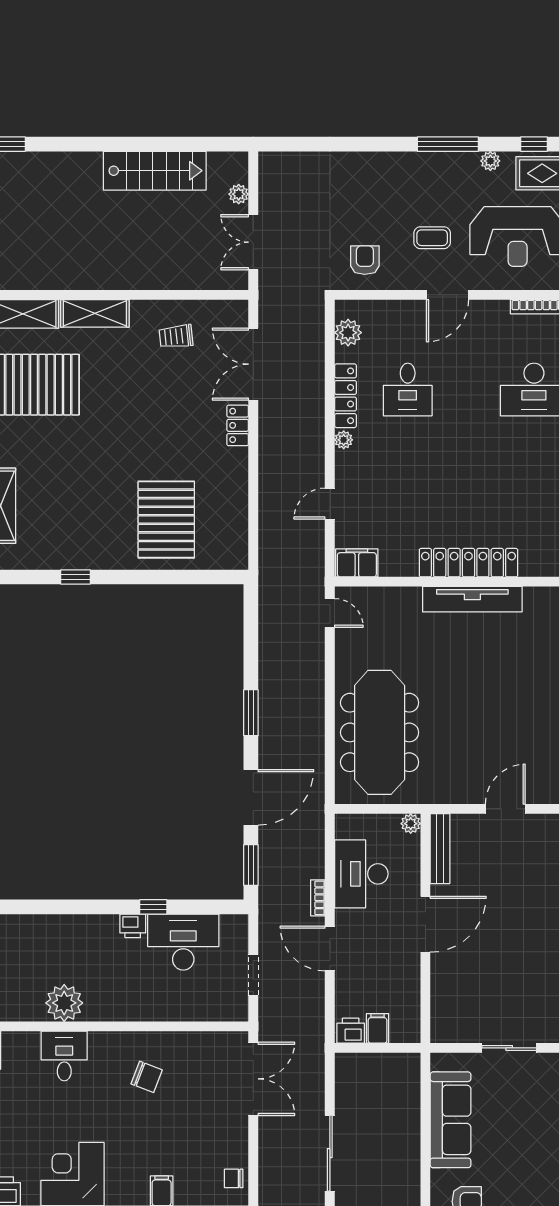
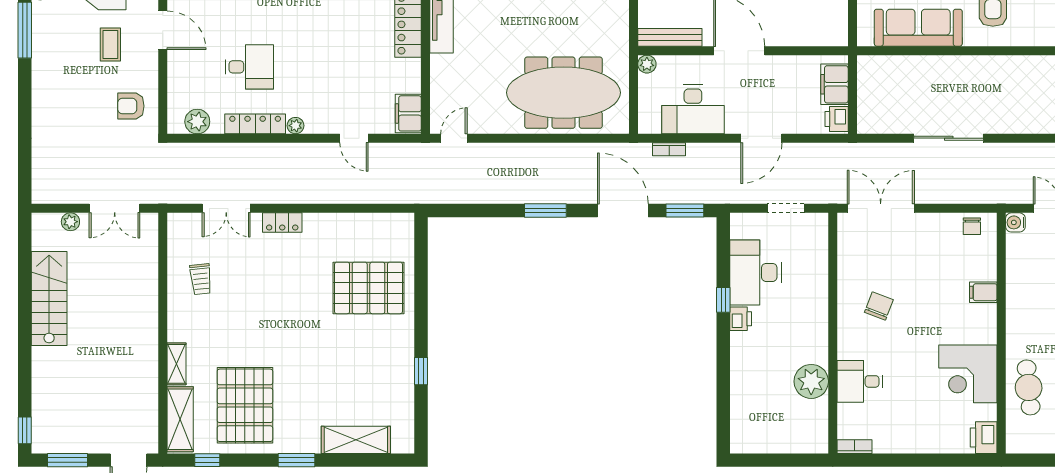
shelving: (95, 313) -> (176, 364), width x0.67, depth x0.75
double door: (253, 364) -> (226, 208), width x0.73
bookcase: (318, 898) -> (669, 149), moved
filing cabinet: (378, 1028) -> (834, 84), width x2.00

